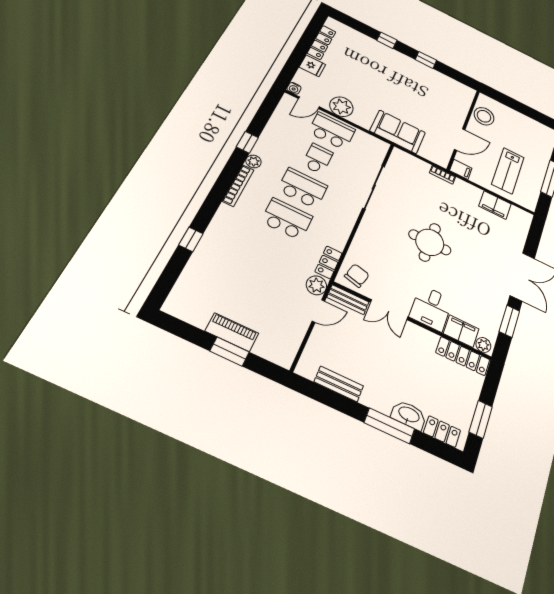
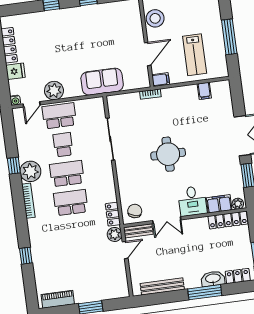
plant: (253, 161) -> (30, 171), width x1.88, depth x1.88
filing cabinet: (495, 205) -> (204, 91), width x0.50
piano: (232, 332) -> (58, 299), moved
bench: (339, 384) -> (162, 286), width x1.36

